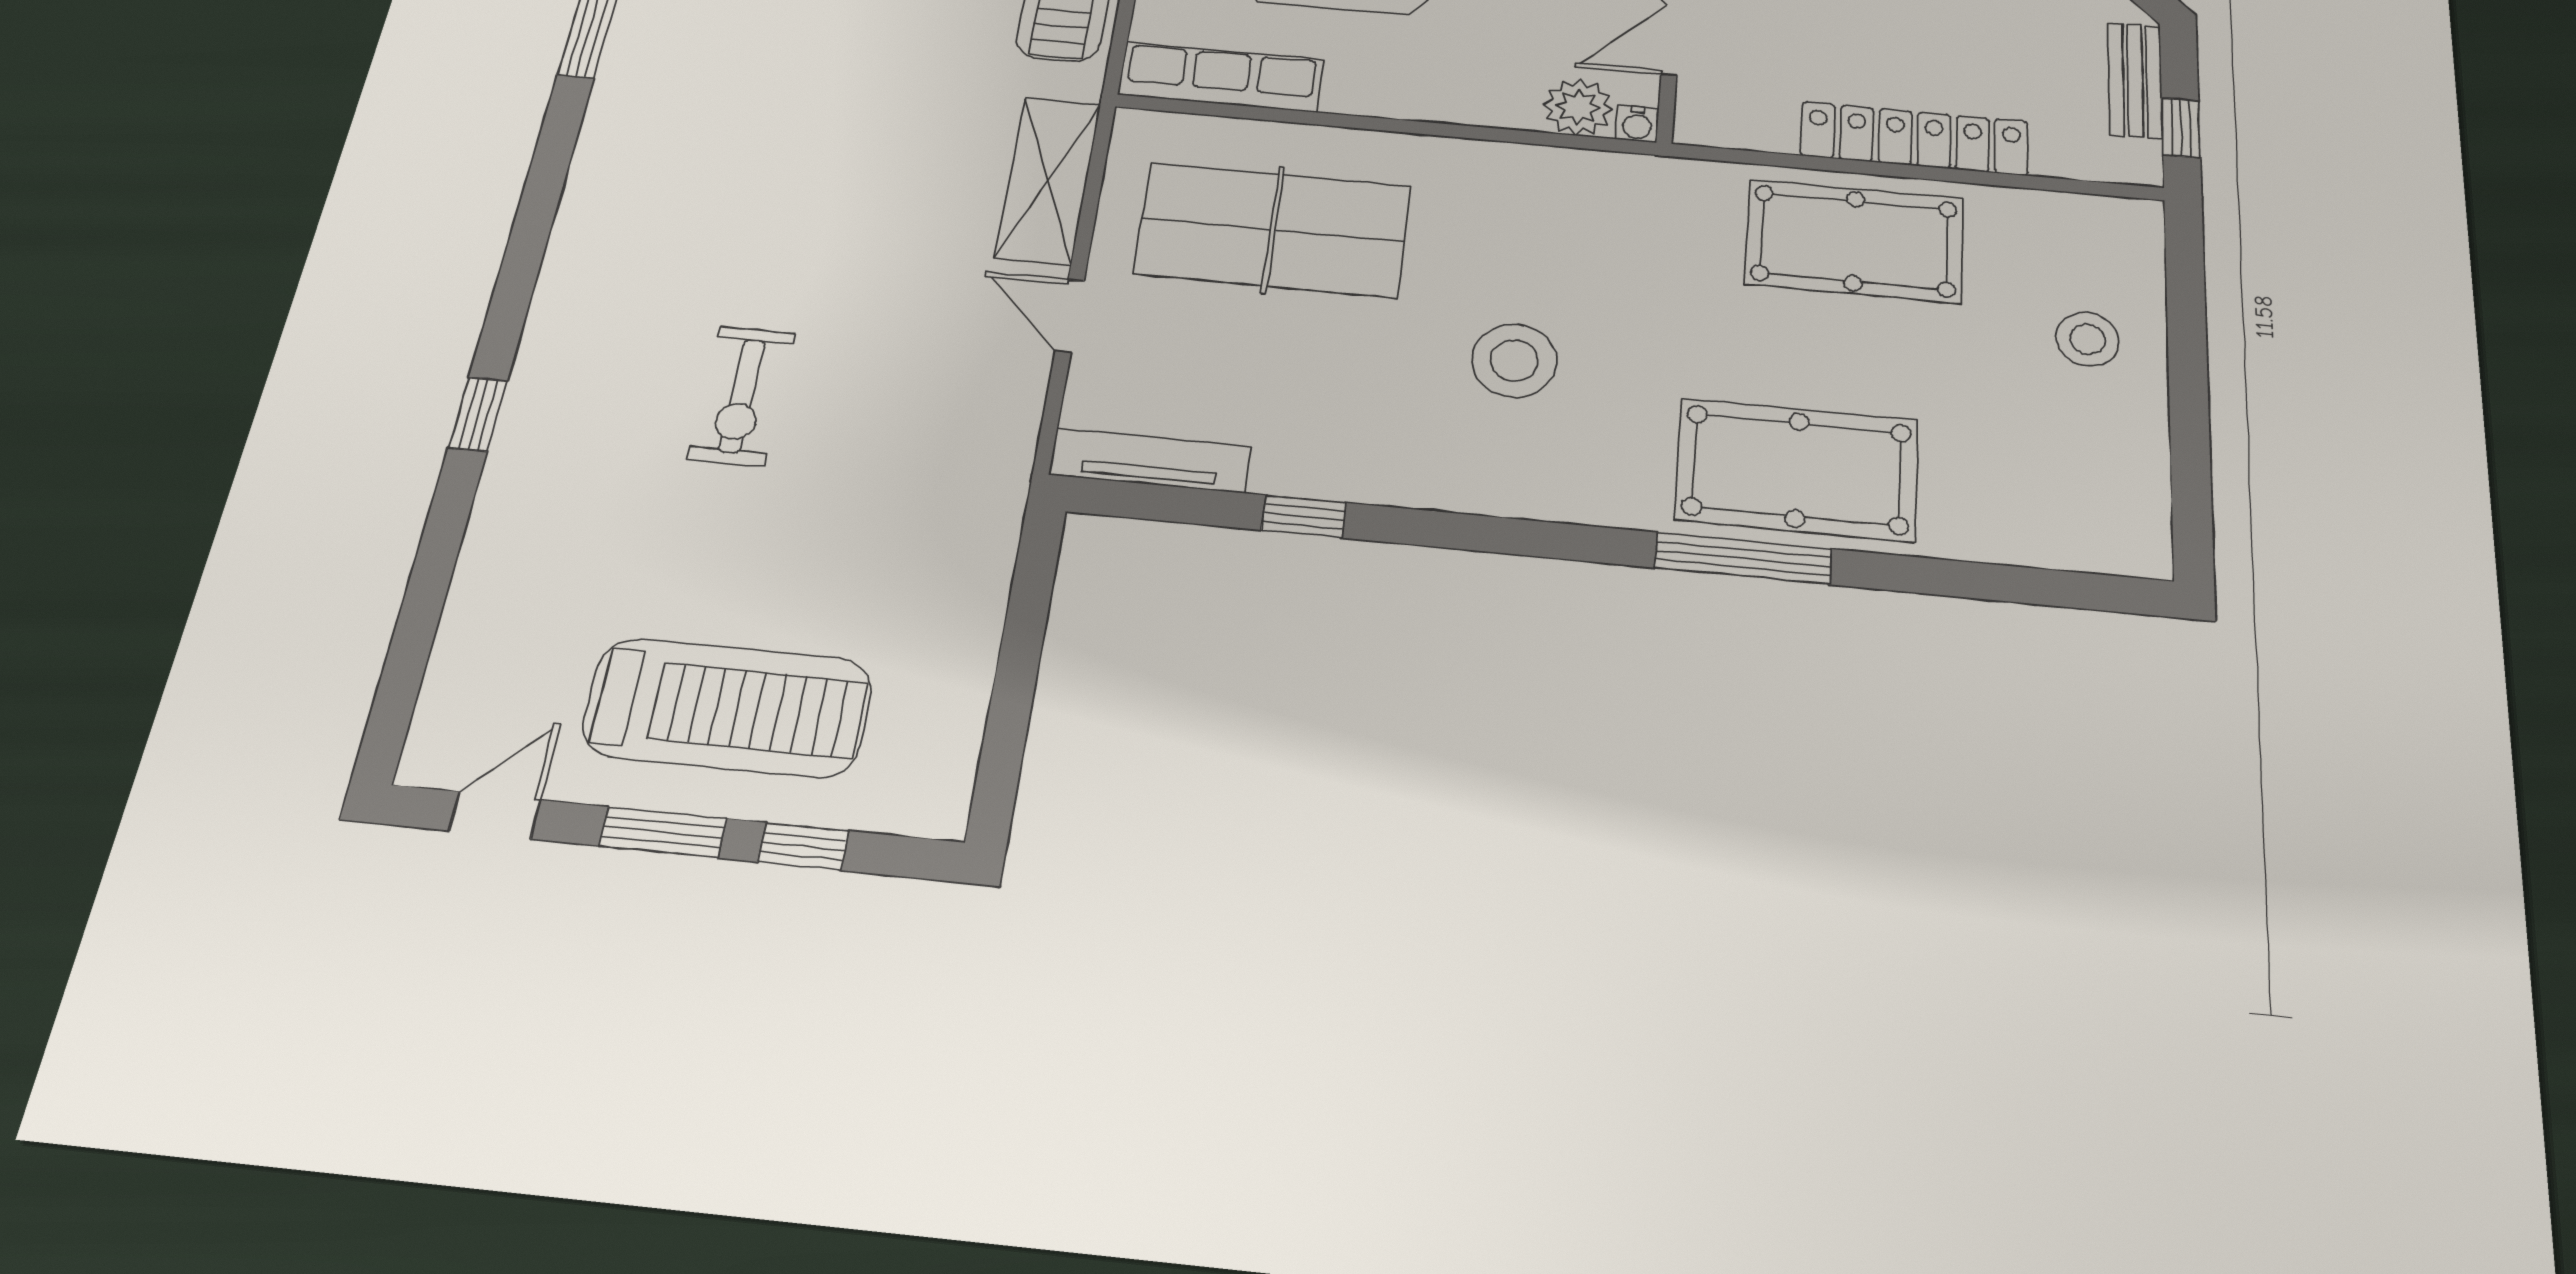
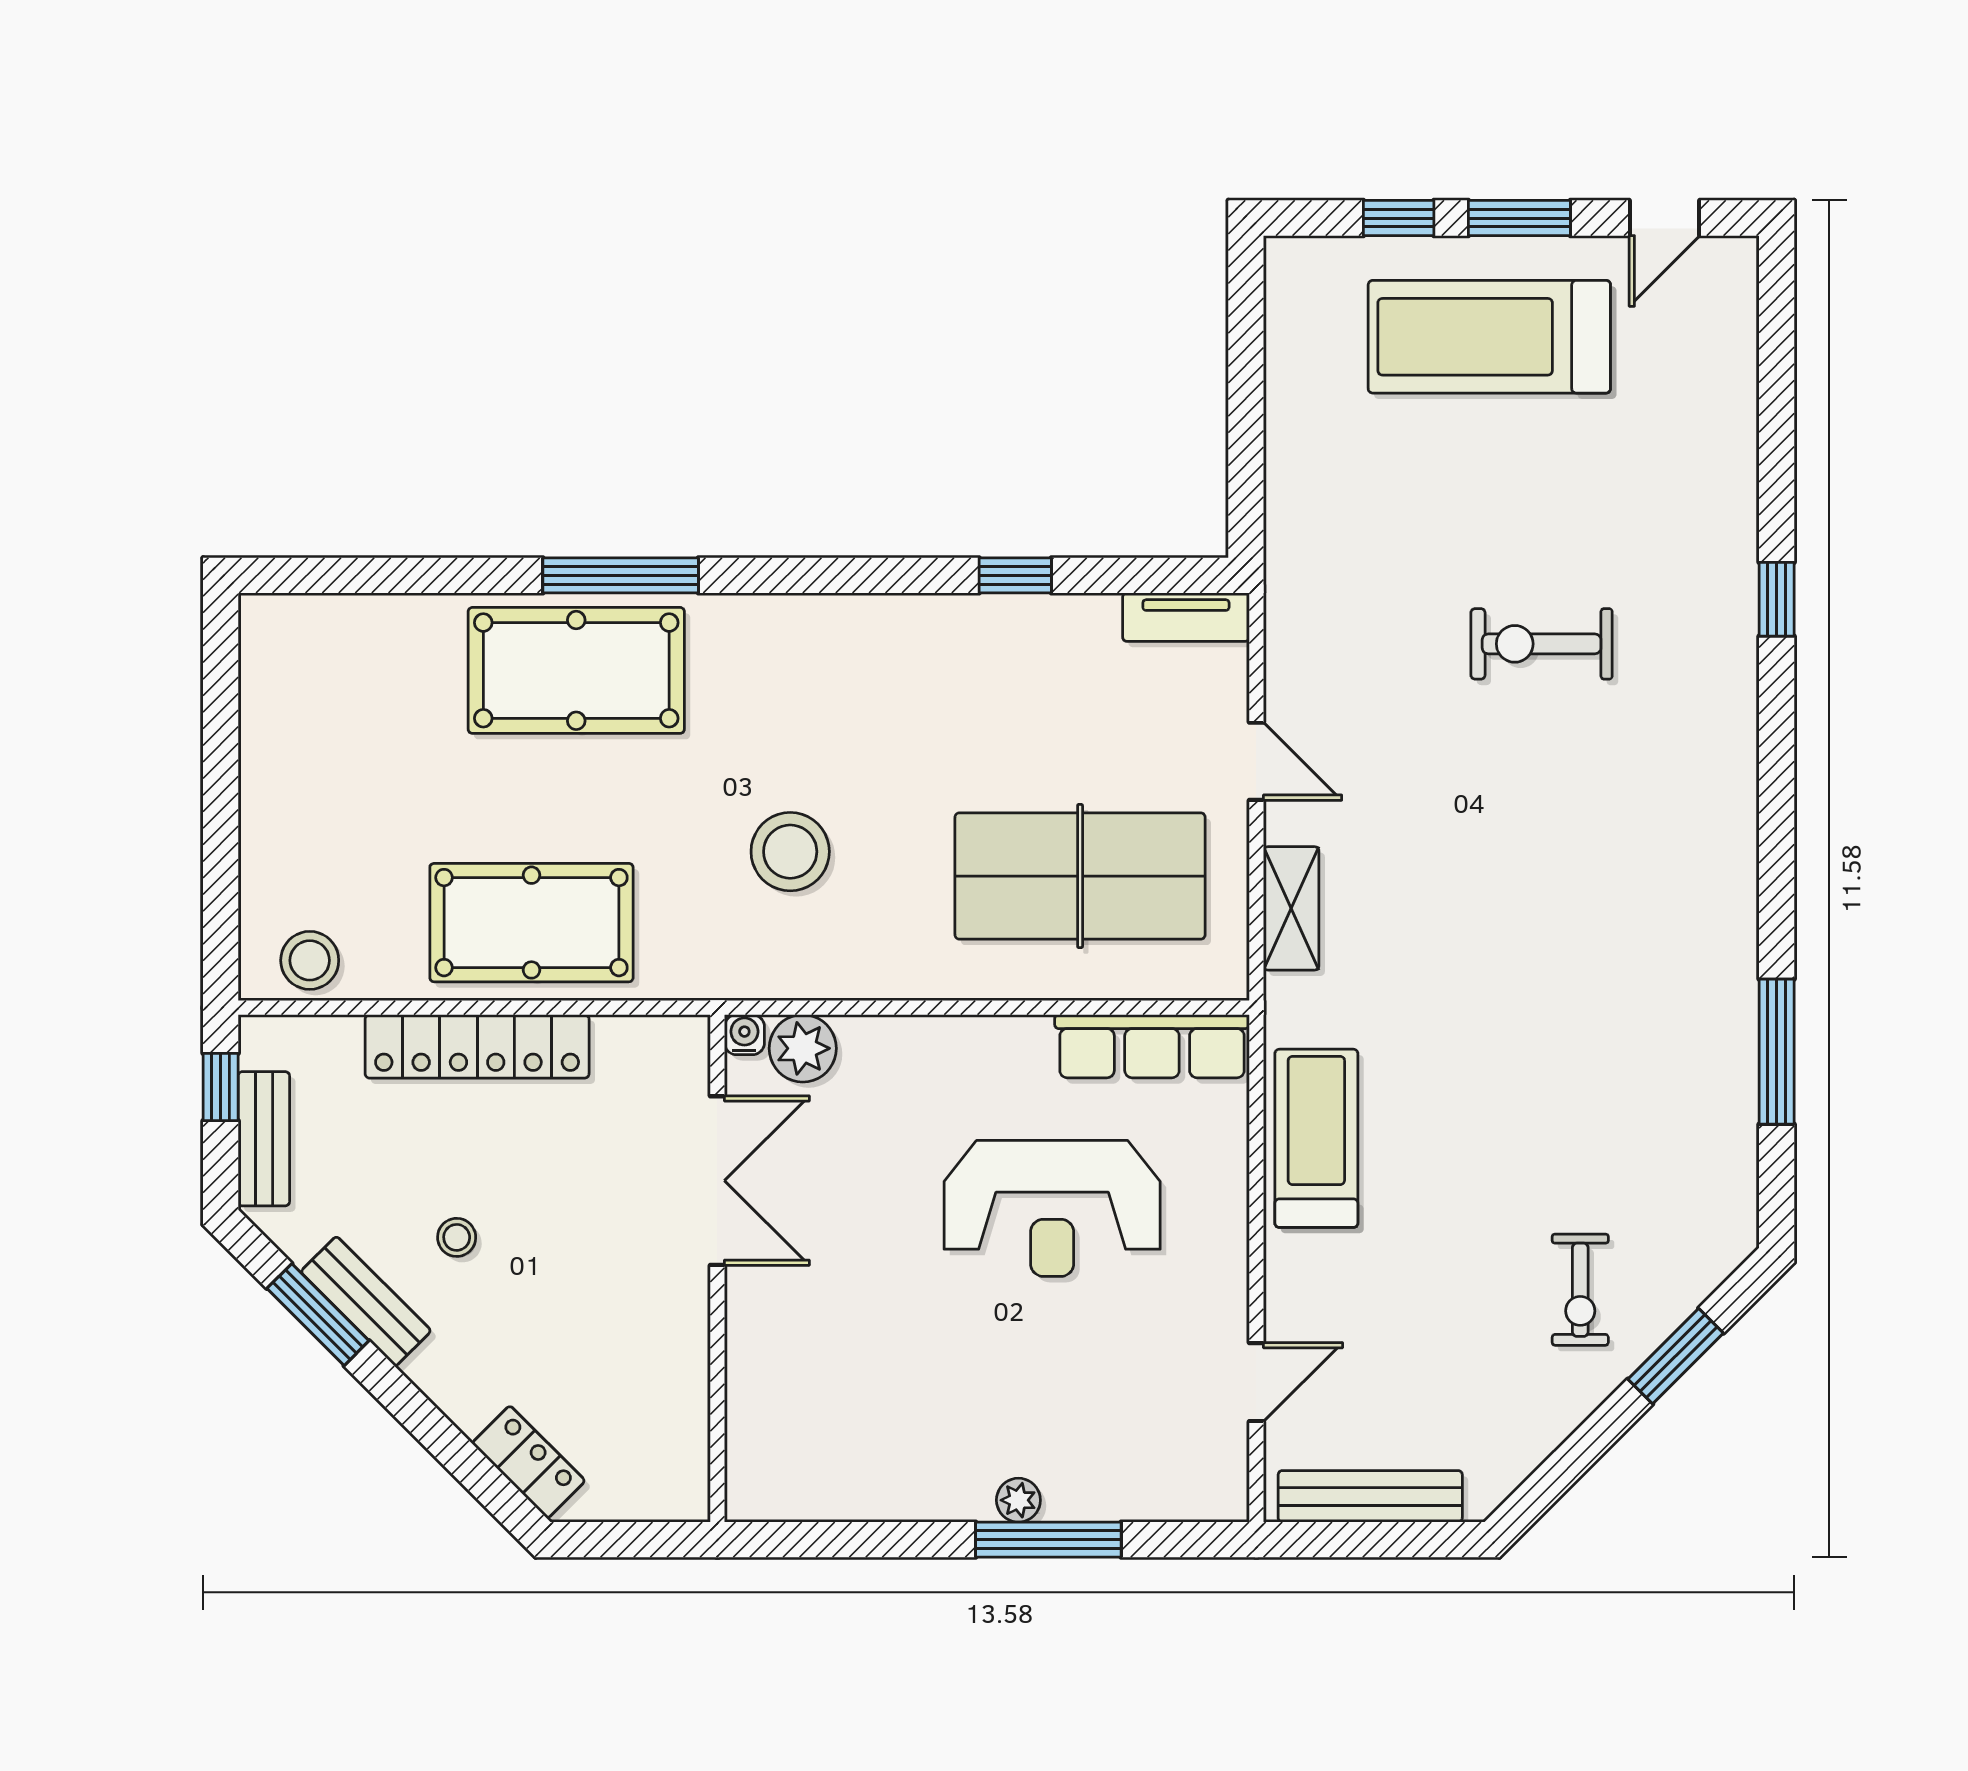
shelving: (1048, 181) -> (1291, 908), width x0.67, depth x0.75
stool: (2088, 339) -> (310, 960), moved
stool: (1514, 361) -> (790, 852), moved
exercise bike: (742, 396) -> (1542, 644), turned -90
tv unit: (1150, 461) -> (1186, 617), width x0.71

